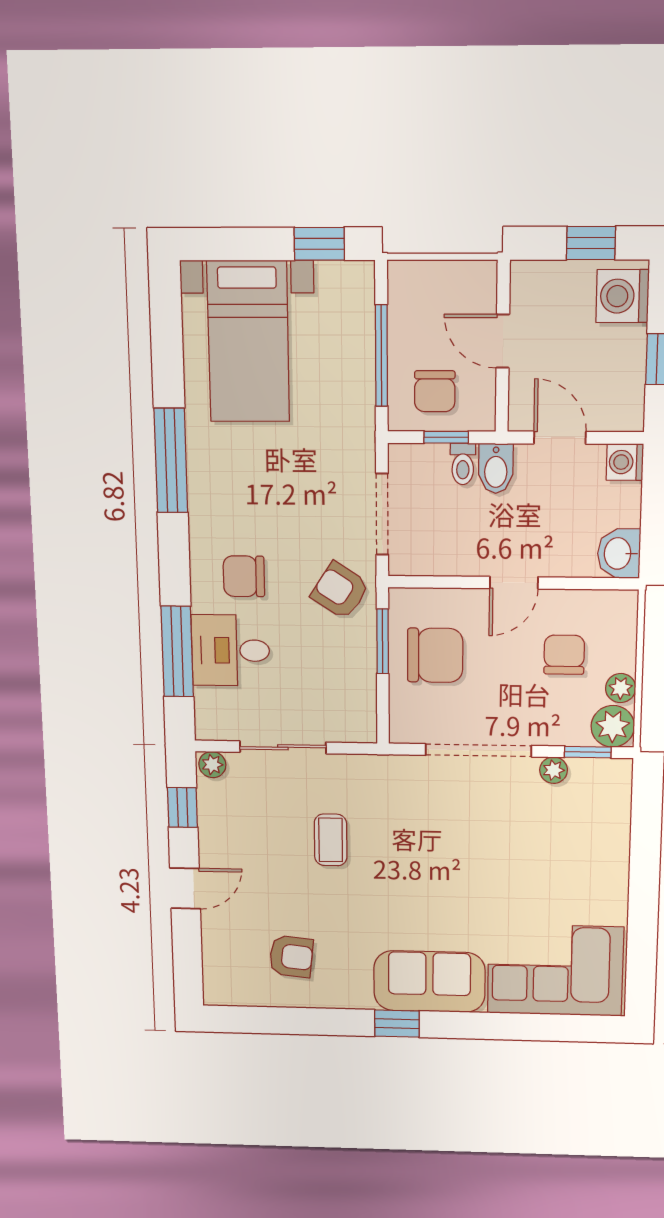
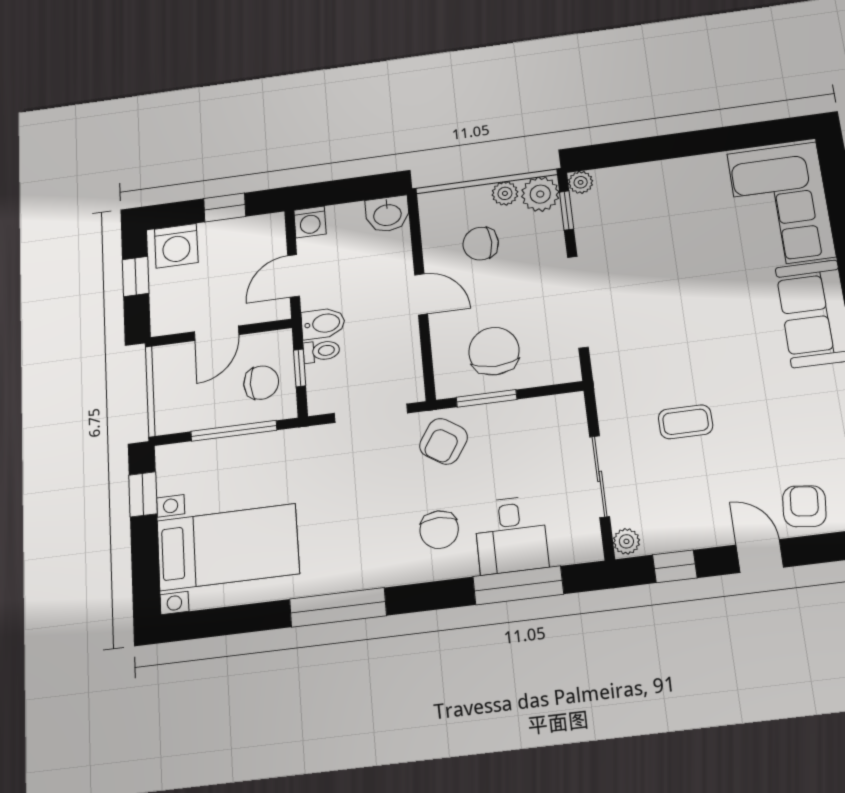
plant: (554, 770) -> (581, 182), moved
armchair: (291, 956) -> (804, 506), moved

